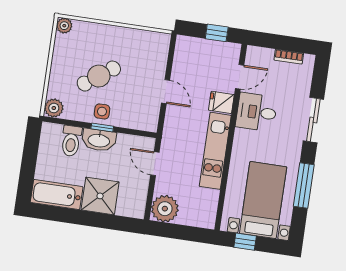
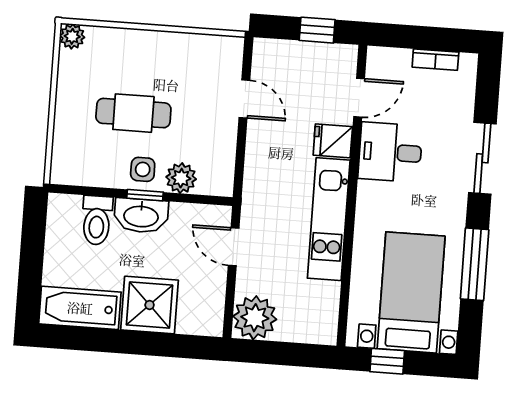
cafe table: (99, 76) -> (133, 113), turned 36
door: (166, 92) -> (244, 99), moved
plant: (54, 108) -> (181, 178), moved

